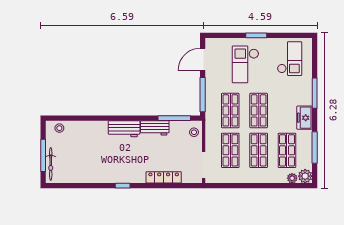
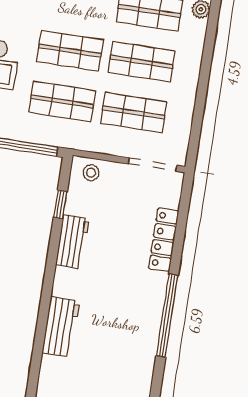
window: (174, 118) -> (60, 204), width x0.46
workbench: (124, 129) -> (61, 327), moved
window: (123, 186) -> (167, 316), width x3.17

